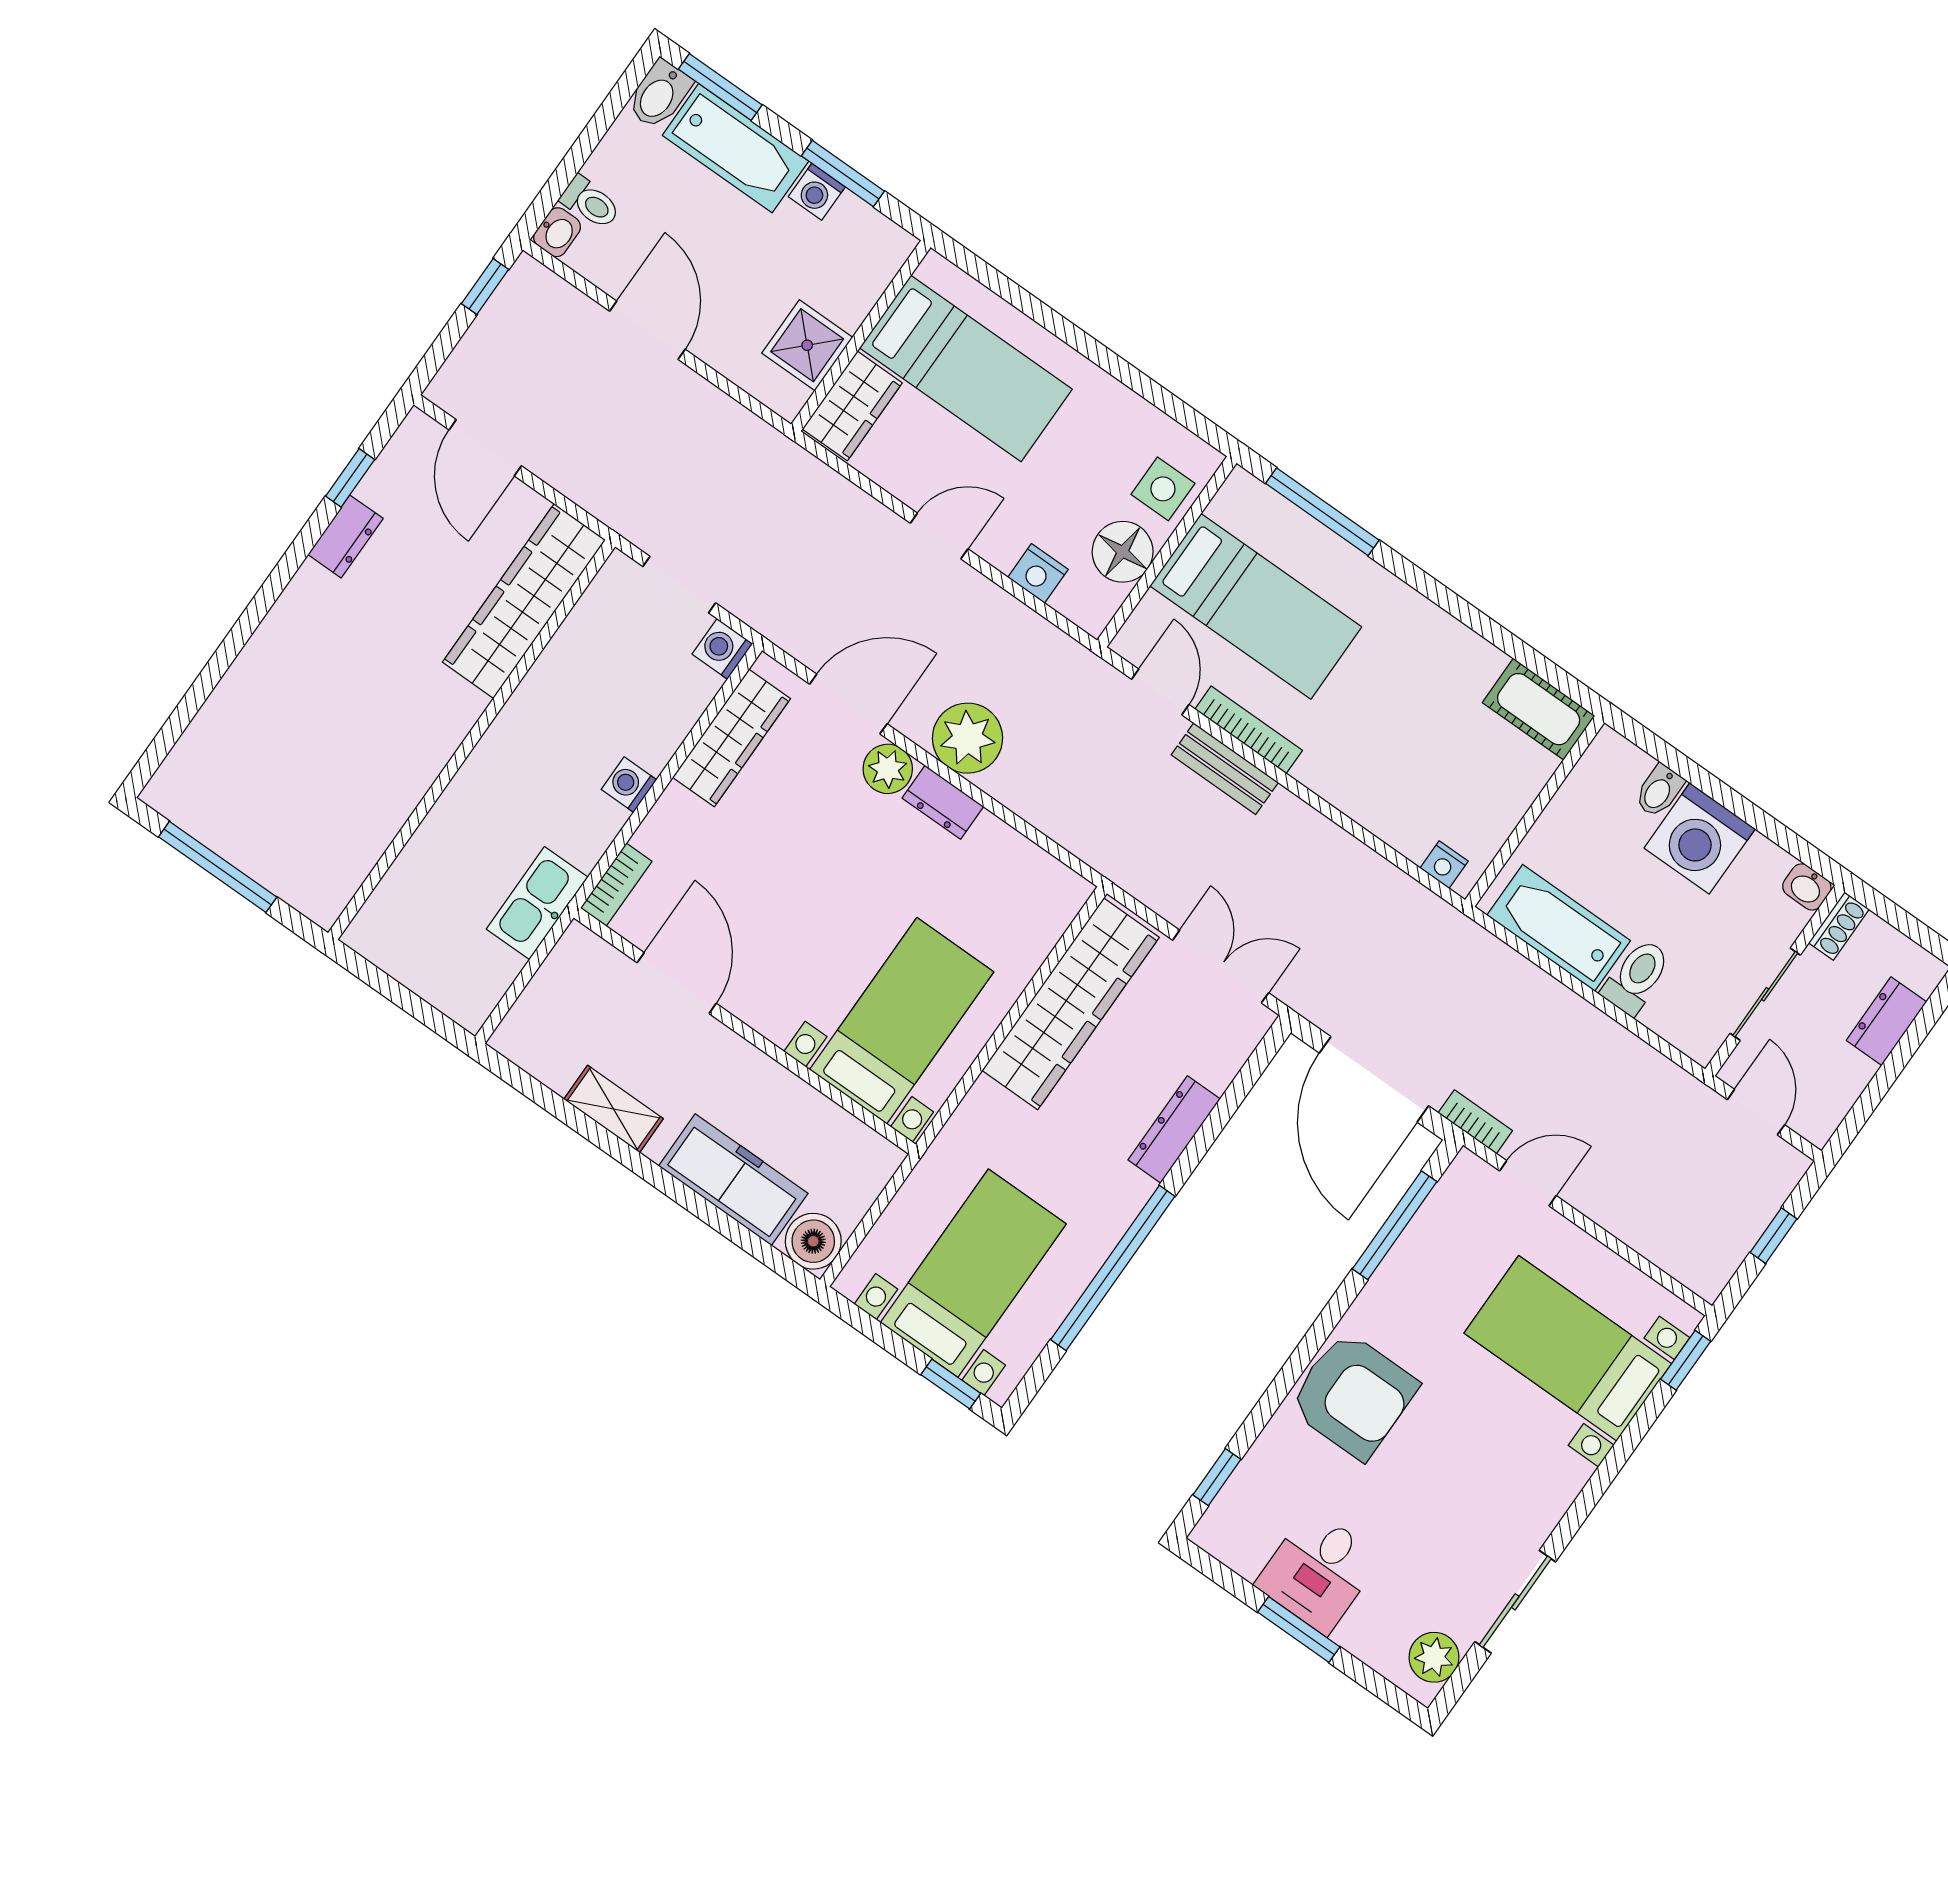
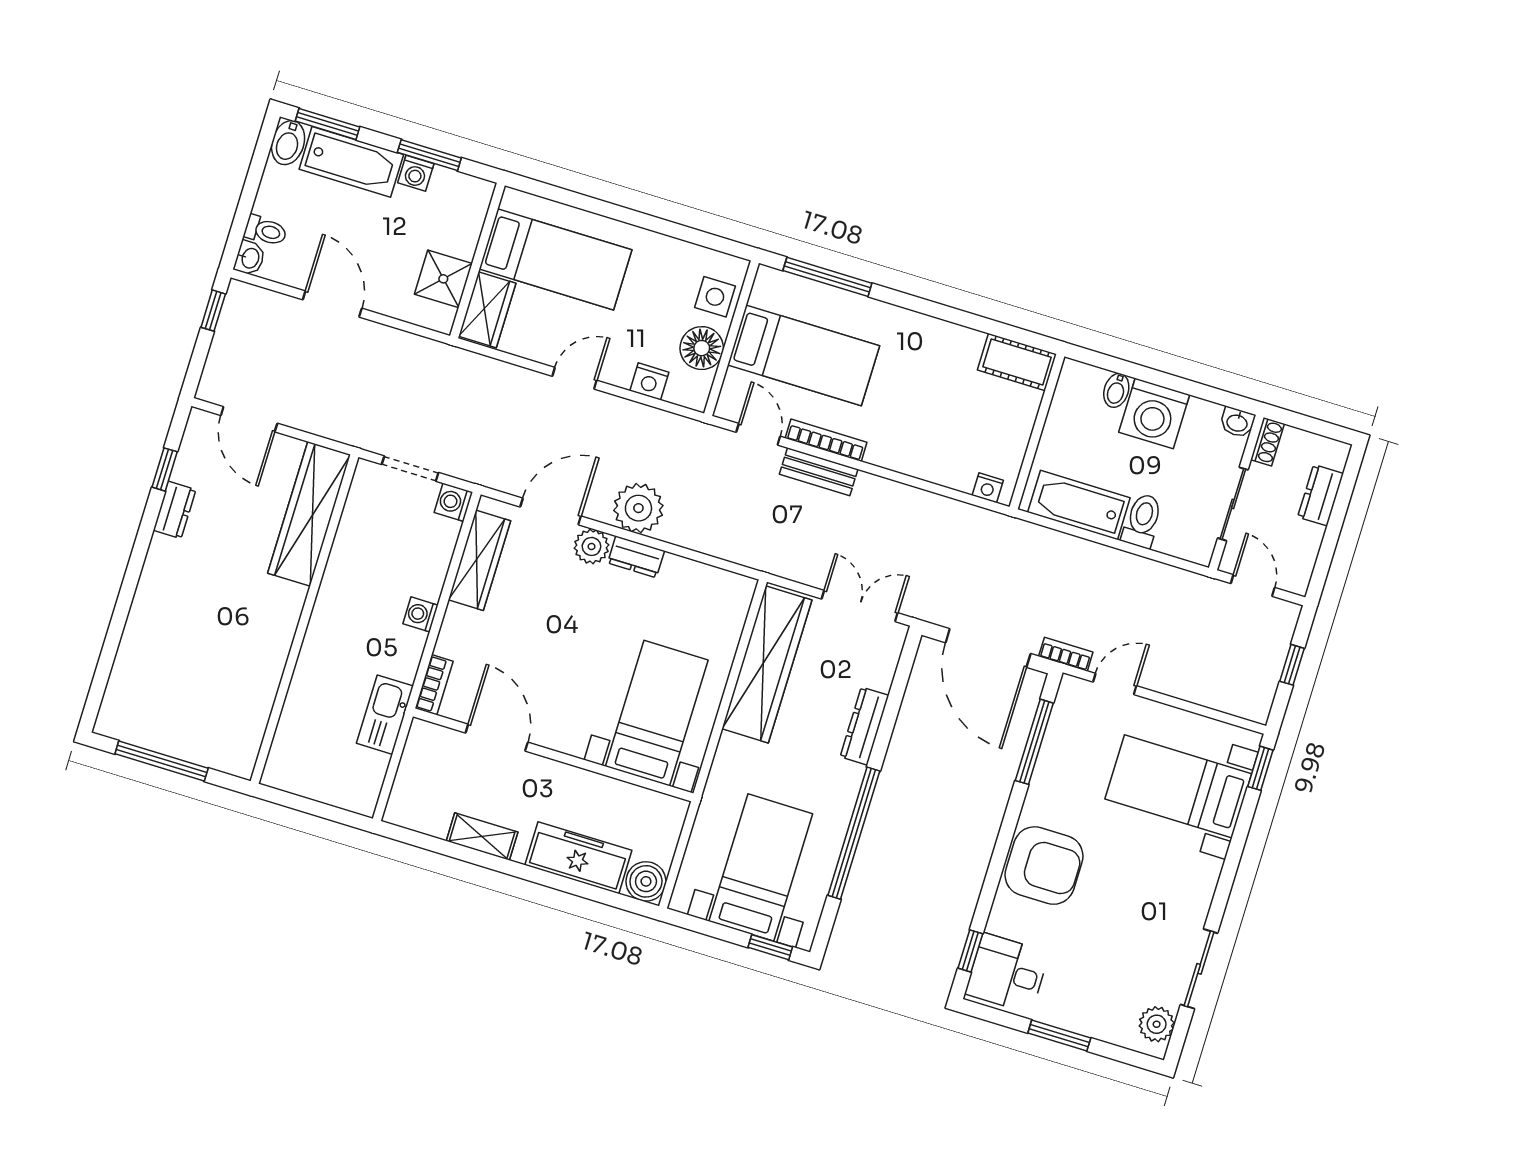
desk: (1318, 1571) -> (1007, 973), moved, turned 90

